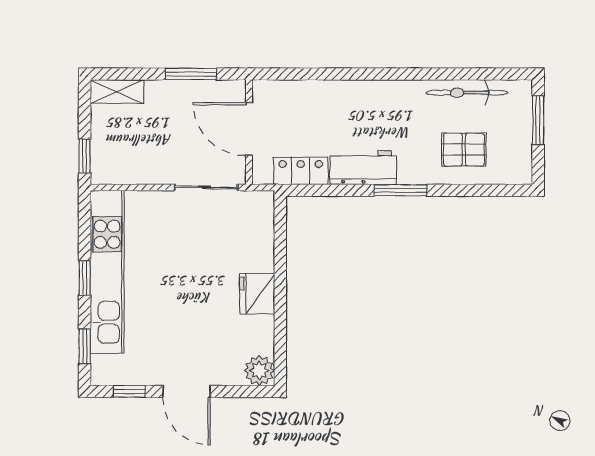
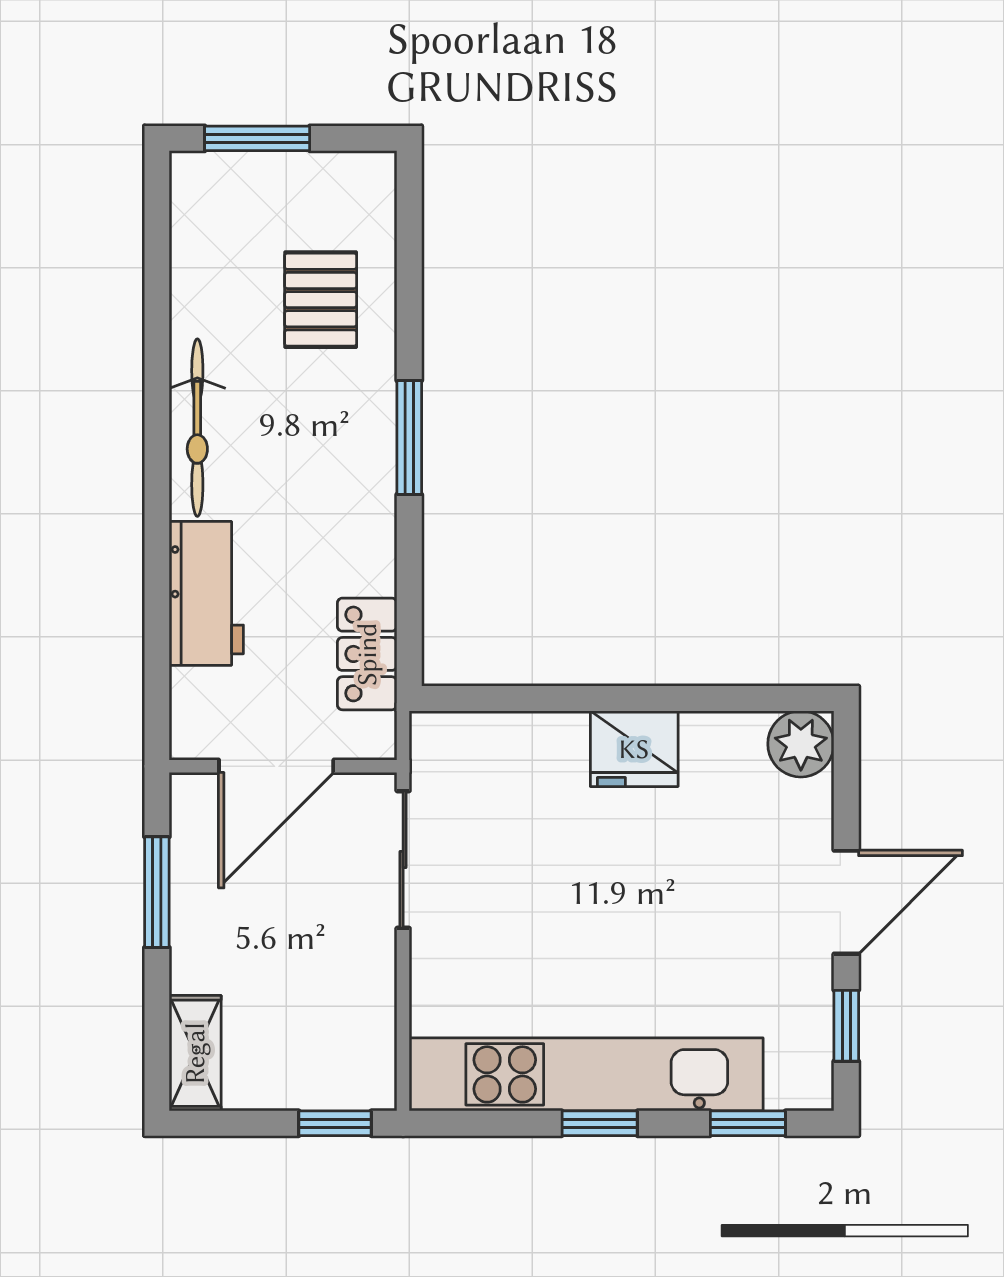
bicycle: (467, 93) -> (197, 428), moved
workbench: (363, 167) -> (206, 593), moved, turned 180

